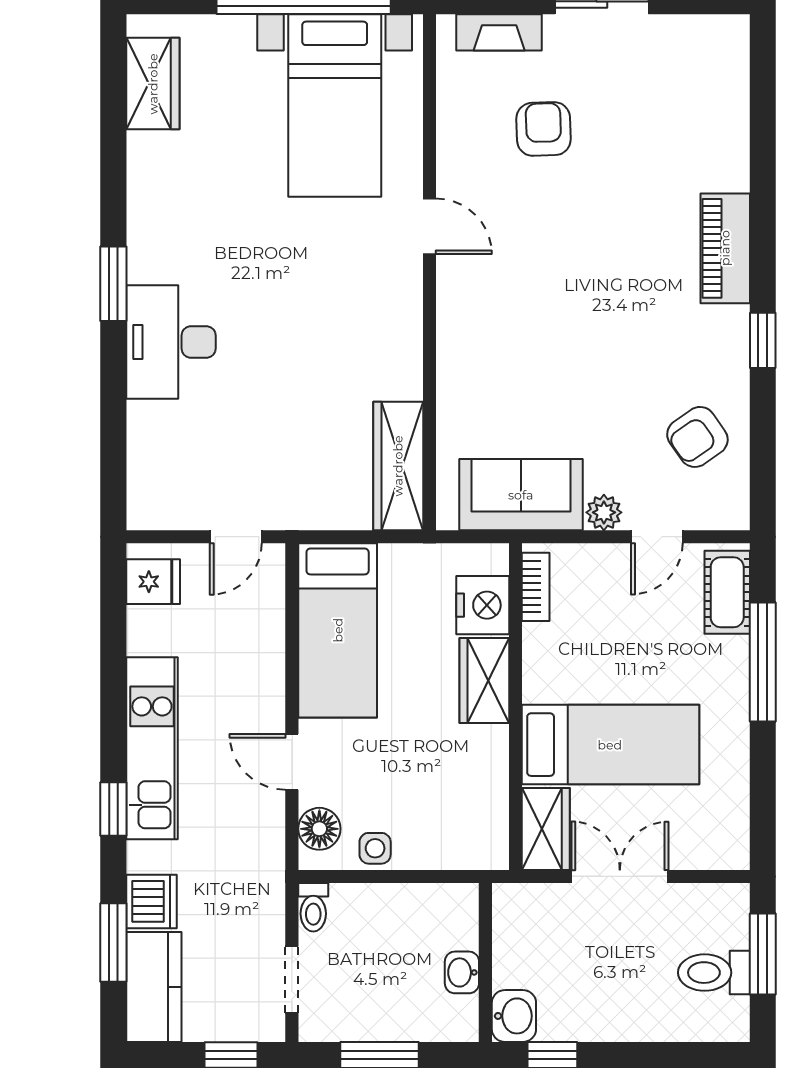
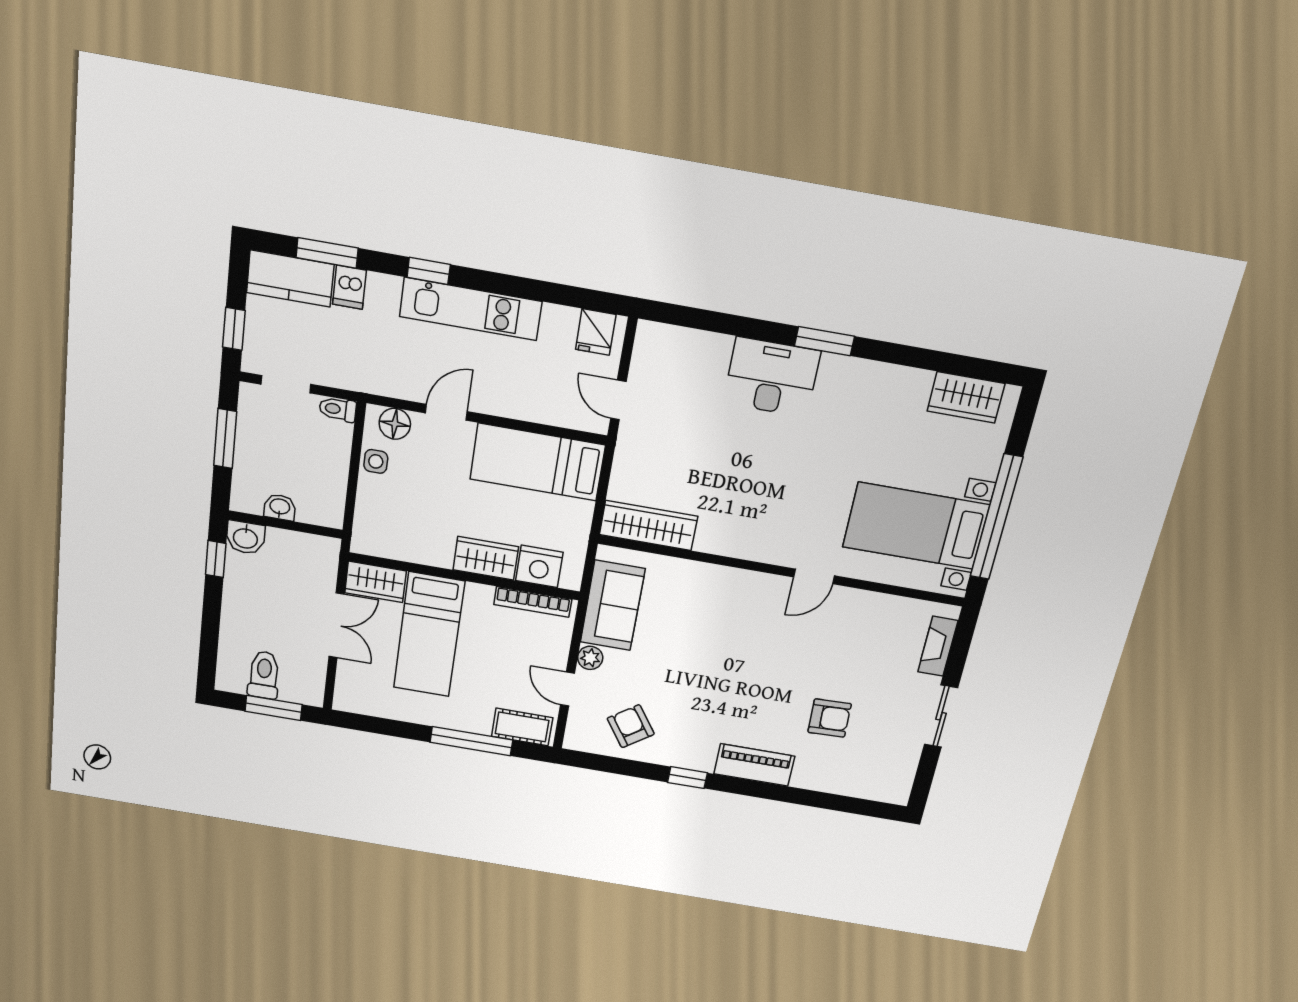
armchair: (544, 129) -> (830, 718), moved
bookcase: (536, 587) -> (533, 602), width x1.56
dishwasher: (151, 901) -> (350, 287), width x0.73

